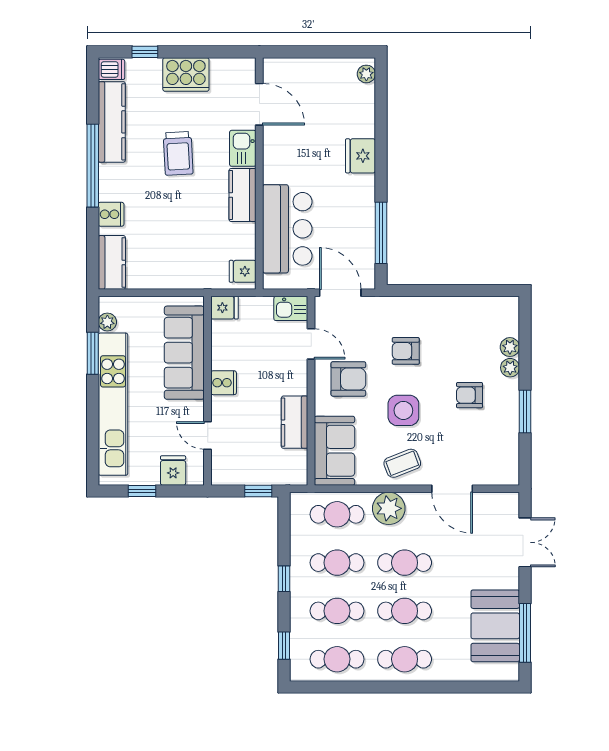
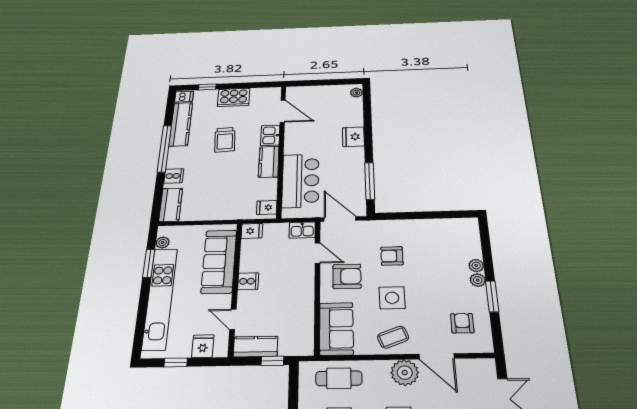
plant: (510, 347) -> (478, 280), moved
armchair: (469, 395) -> (462, 323), moved, turned 90
kitchen counter: (295, 422) -> (256, 347), moved, turned 90
plant: (389, 508) -> (405, 373), moved

